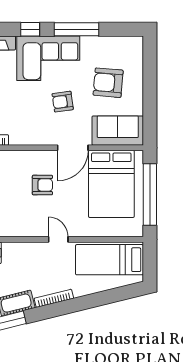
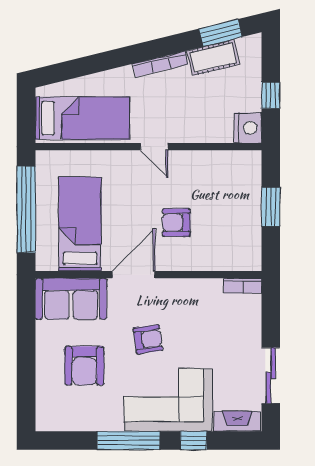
armchair: (108, 83) -> (84, 366), turned 85
bed: (111, 184) -> (80, 224), width x0.67

